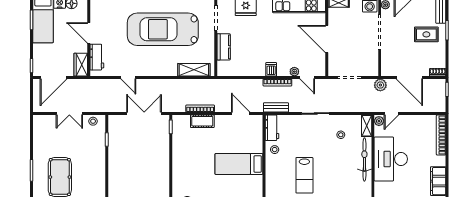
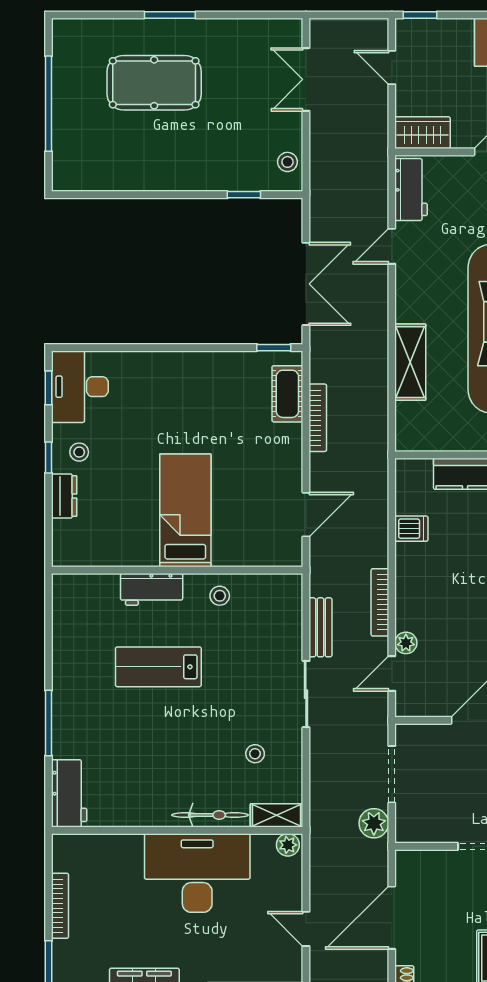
workbench: (97, 57) -> (411, 190), moved, turned -90
dishwasher: (271, 69) -> (411, 529), moved
shelving: (194, 70) -> (410, 362), moved
door: (53, 78) -> (392, 67), width x0.53
plant: (380, 85) -> (374, 823), moved
bench: (276, 107) -> (320, 627), moved
double door: (69, 113) -> (306, 79), moved
door: (391, 113) -> (306, 929), moved
cot: (202, 121) -> (287, 394), moved
workbench: (272, 128) -> (152, 589), moved
bicycle: (364, 159) -> (210, 815), width x0.73, depth x0.71

